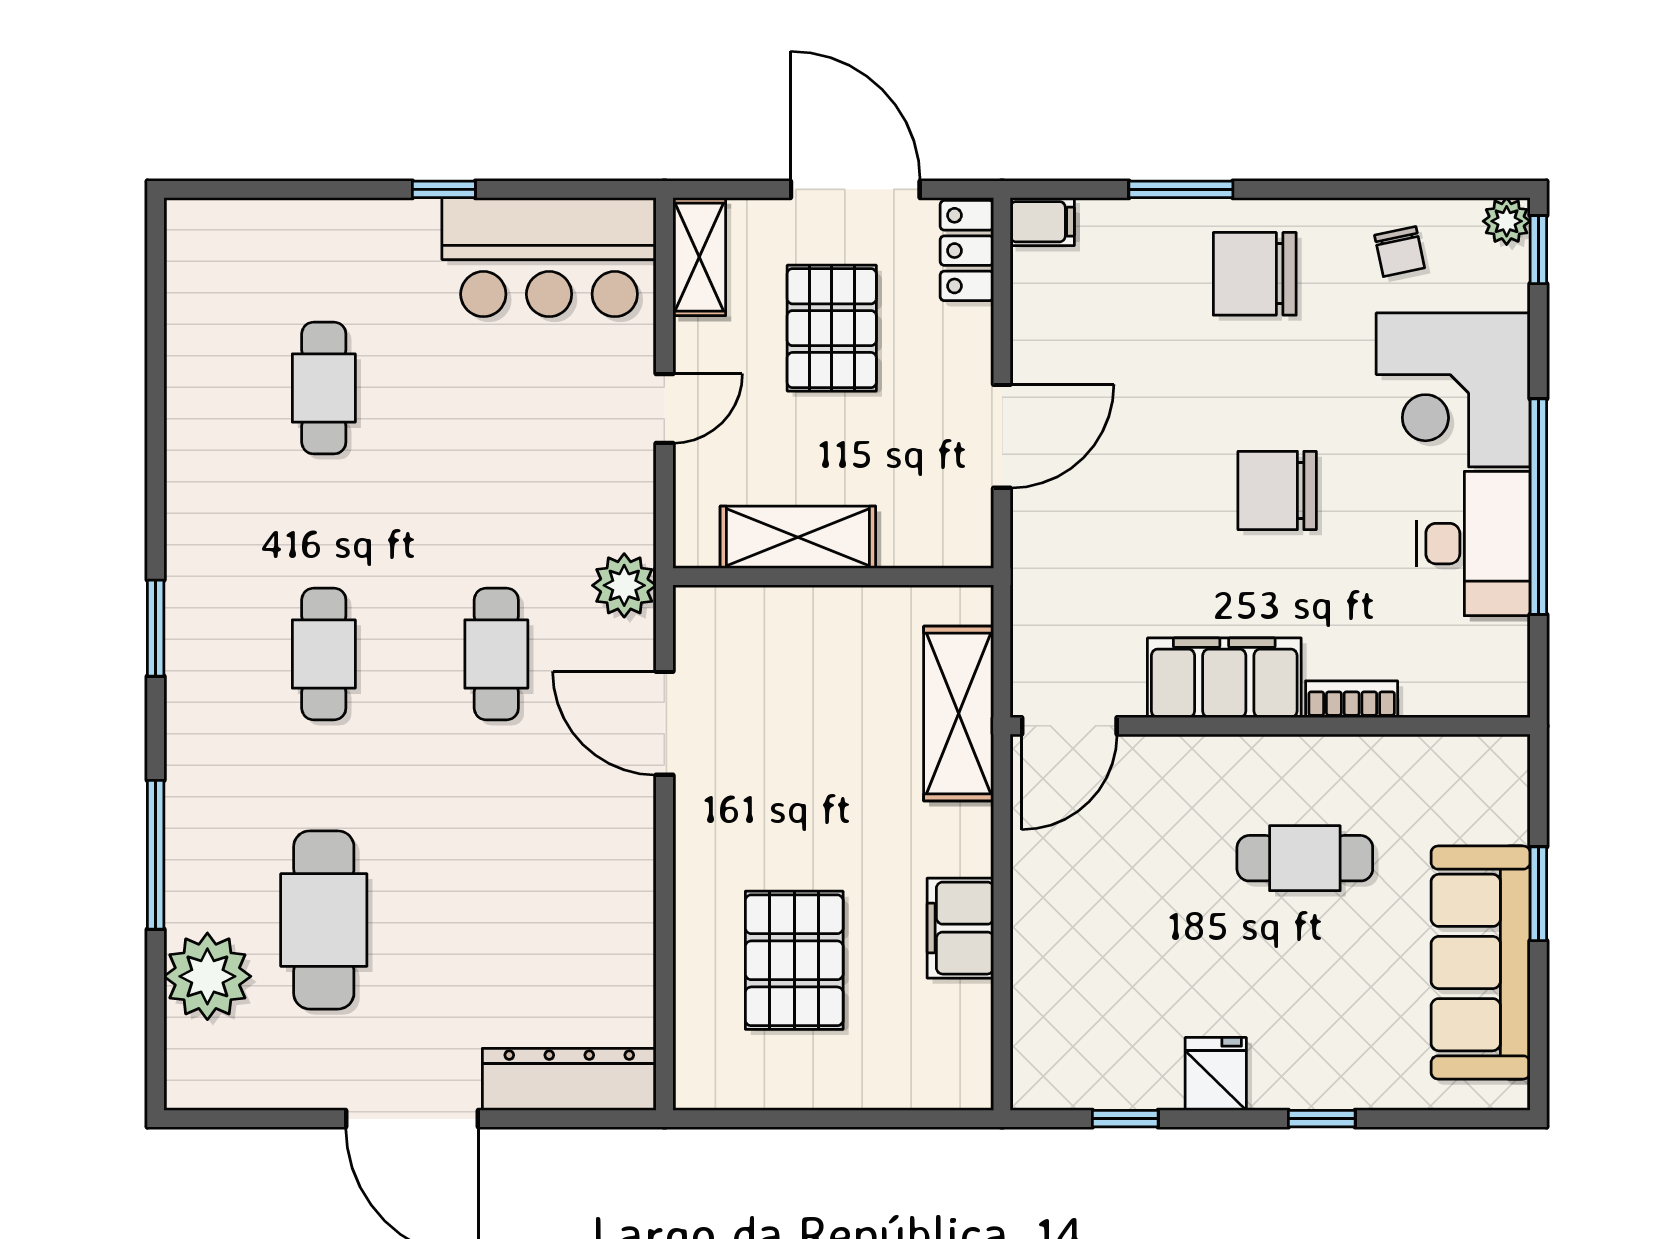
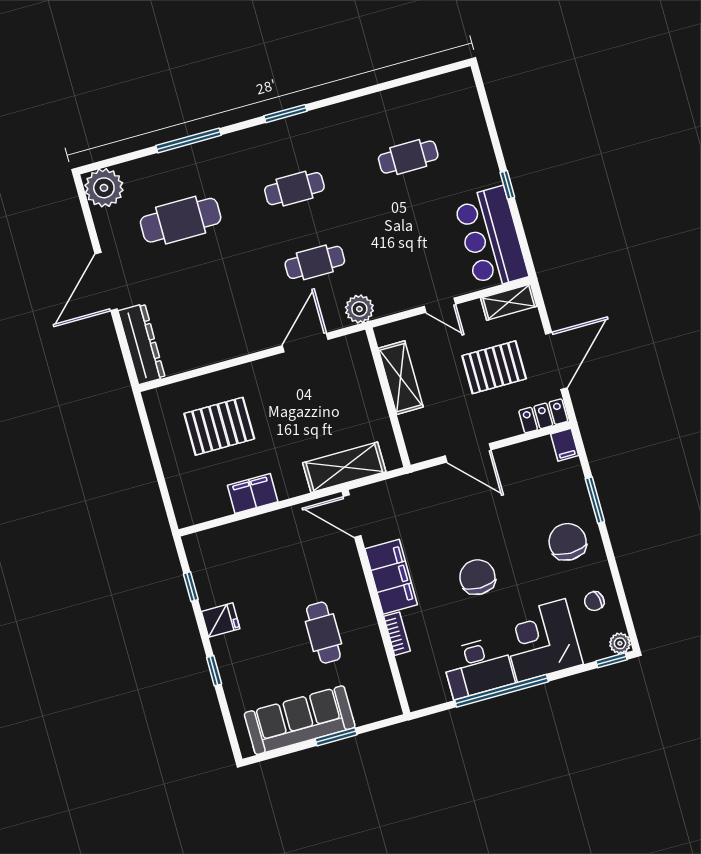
plant: (207, 976) -> (104, 188), moved

